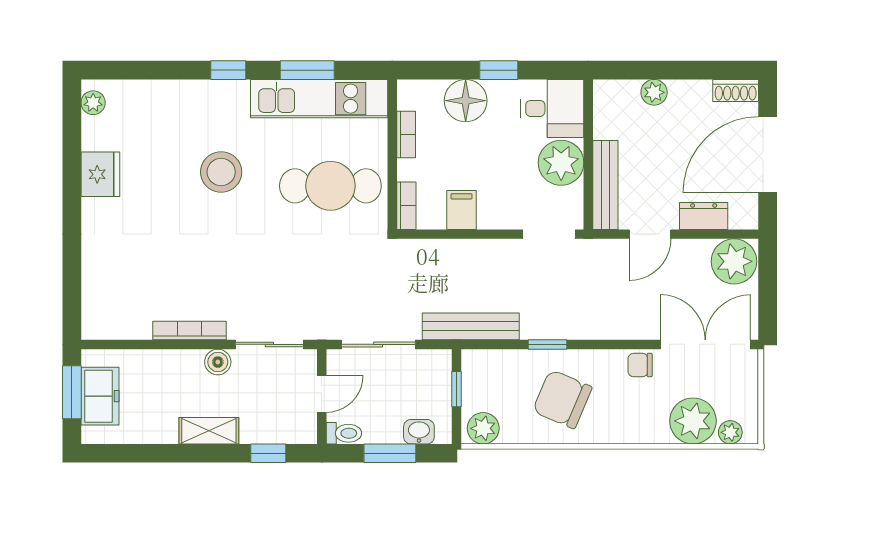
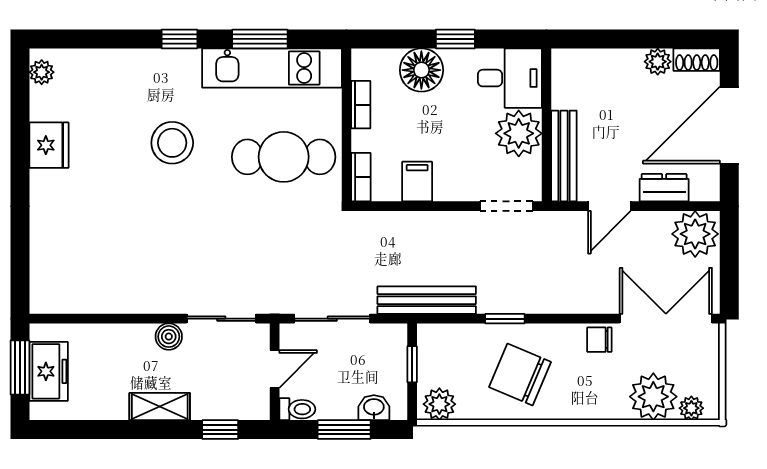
plant: (654, 92) -> (658, 62), moved
bookcase: (190, 330) -> (140, 304), removed

